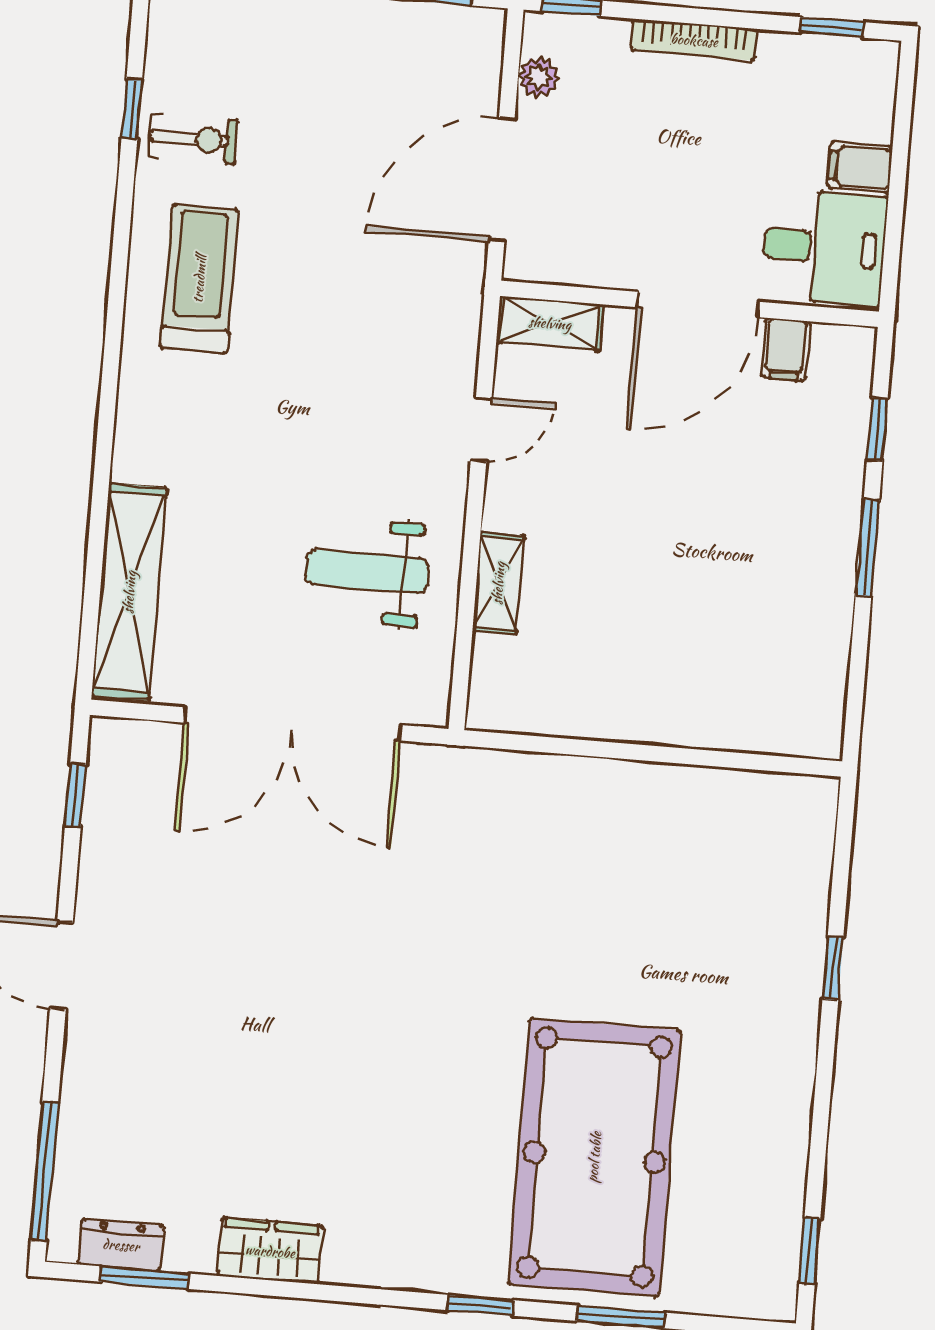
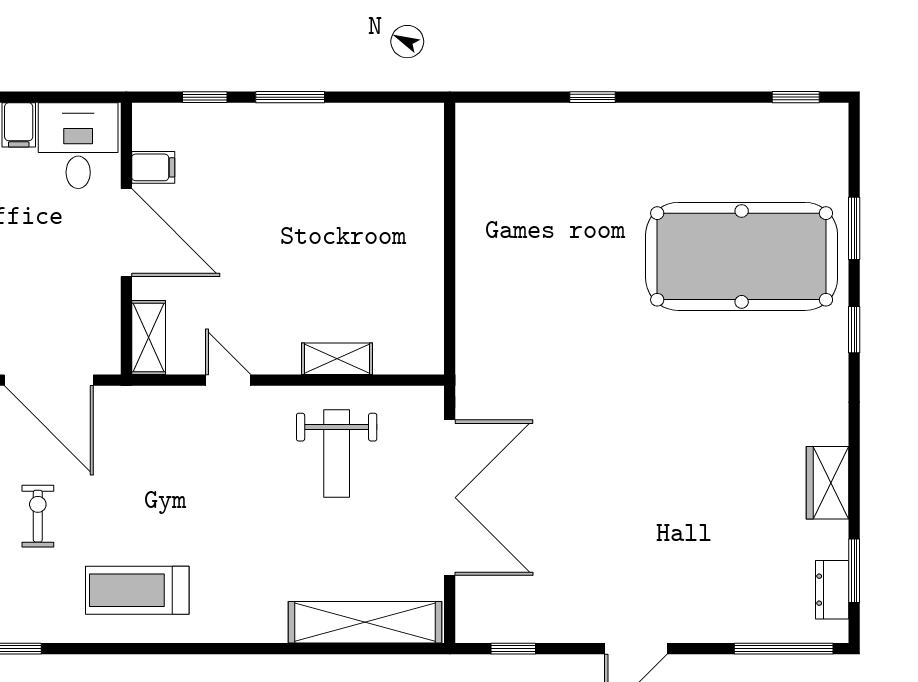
exercise bike: (193, 139) -> (38, 516), moved

